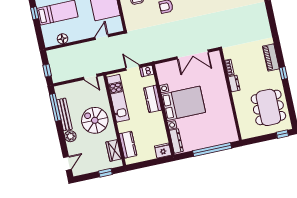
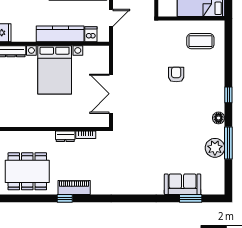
piano: (271, 57) -> (74, 188), moved
dishwasher: (147, 71) -> (91, 34), moved
kitchen counter: (153, 99) -> (60, 34), width x1.50

